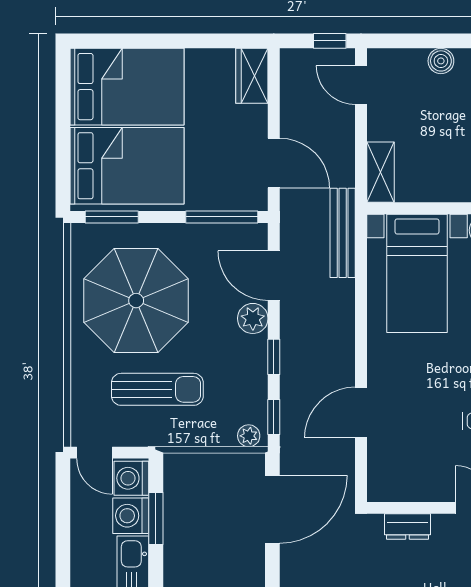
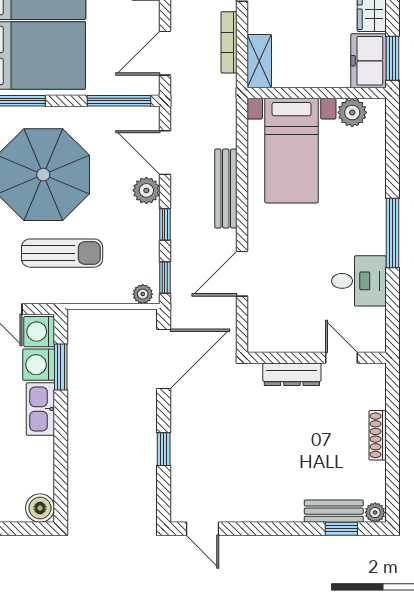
bookcase: (346, 151) -> (229, 42), added
door: (274, 163) -> (165, 53), swing flipped
bench: (343, 233) -> (226, 189), moved
dresser: (407, 527) -> (292, 374), width x1.44

